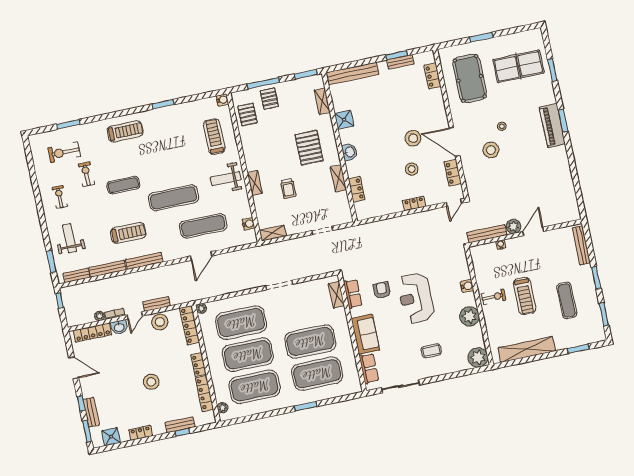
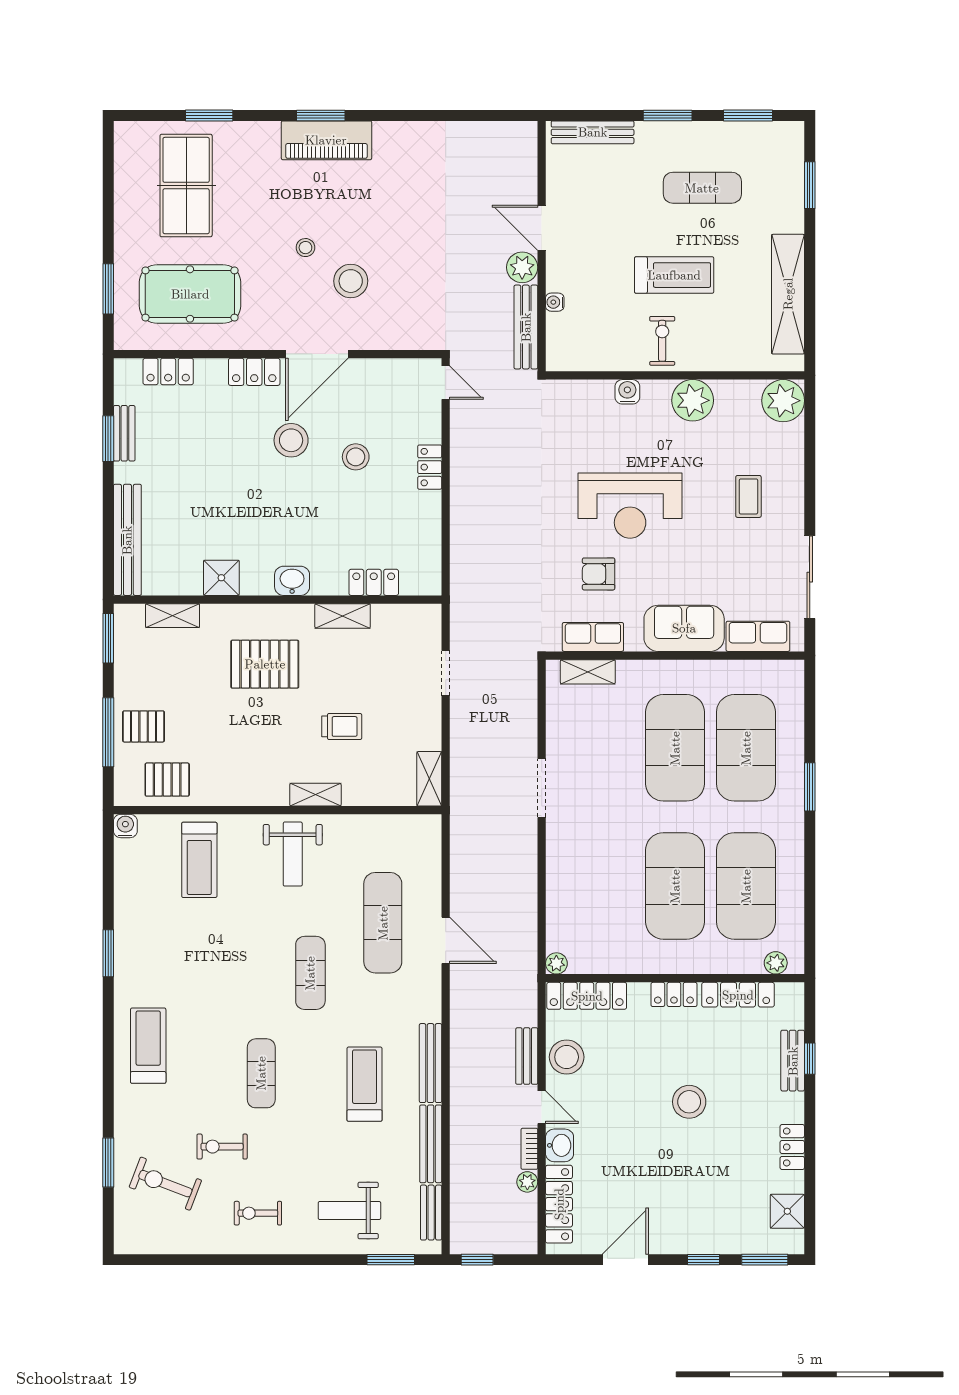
window: (481, 37) -> (108, 289), moved
treadmill: (214, 137) -> (199, 860), turned -90
exercise bike: (64, 152) -> (165, 1184), turned 111
locker: (453, 173) -> (254, 372), moved
exercise mat: (174, 198) -> (310, 973), width x0.73, depth x0.69
water cooler: (248, 224) -> (399, 826), removed
exercise mat: (241, 323) -> (604, 886), removed
bench: (91, 412) -> (727, 1243), removed

